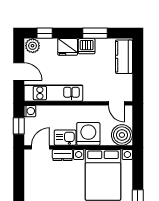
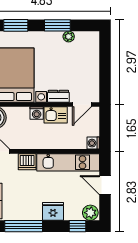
window: (95, 33) -> (24, 226), width x1.44
dishwasher: (87, 46) -> (27, 162), moved, turned 180
window: (19, 126) -> (105, 127), removed
washing machine: (88, 134) -> (37, 113), width x0.53, depth x0.53

